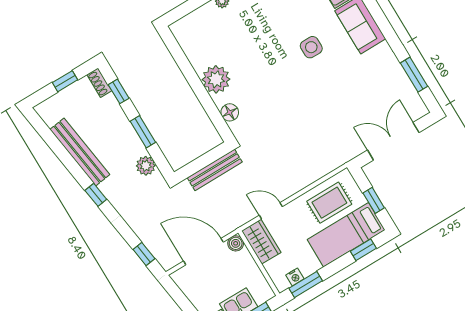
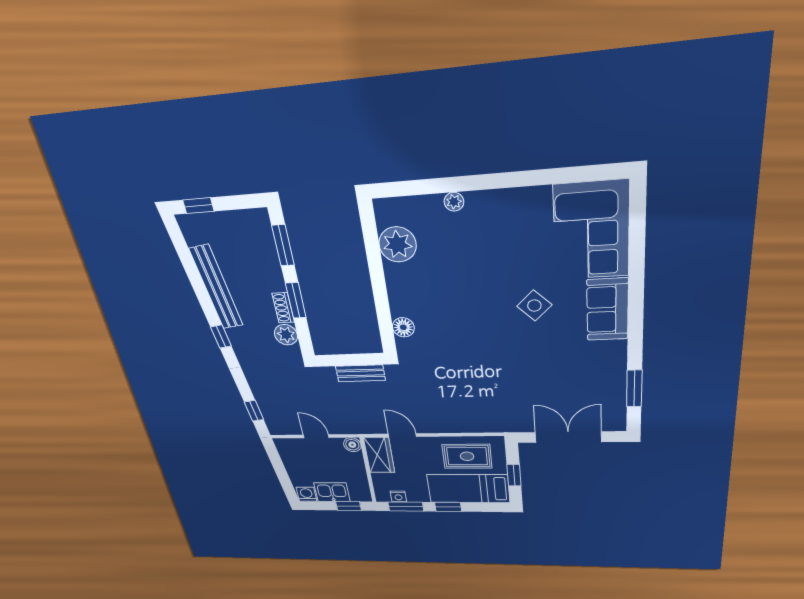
side table: (311, 47) -> (534, 306), turned 45
plant: (216, 79) -> (398, 244), moved
window: (65, 81) -> (198, 206), moved
shoe rack: (99, 83) -> (283, 308), moved
window: (119, 91) -> (283, 245), width x1.50
bench: (215, 170) -> (360, 373), width x0.73
window: (363, 250) -> (448, 507), moved
door: (203, 252) -> (316, 436), width x0.53

